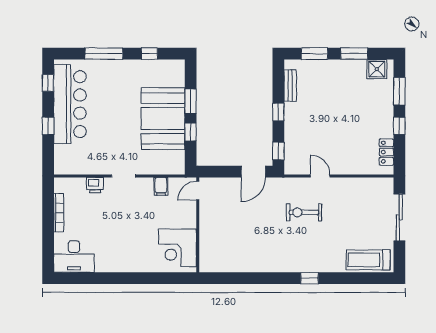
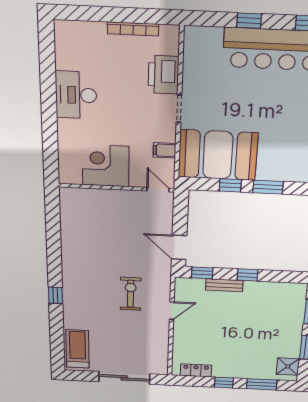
bench: (290, 85) -> (224, 285), moved
booth: (163, 119) -> (218, 155), moved
printer: (95, 185) -> (163, 75), width x1.87, depth x1.48
corner desk: (177, 248) -> (106, 166), moved
desk: (74, 257) -> (76, 95), moved

